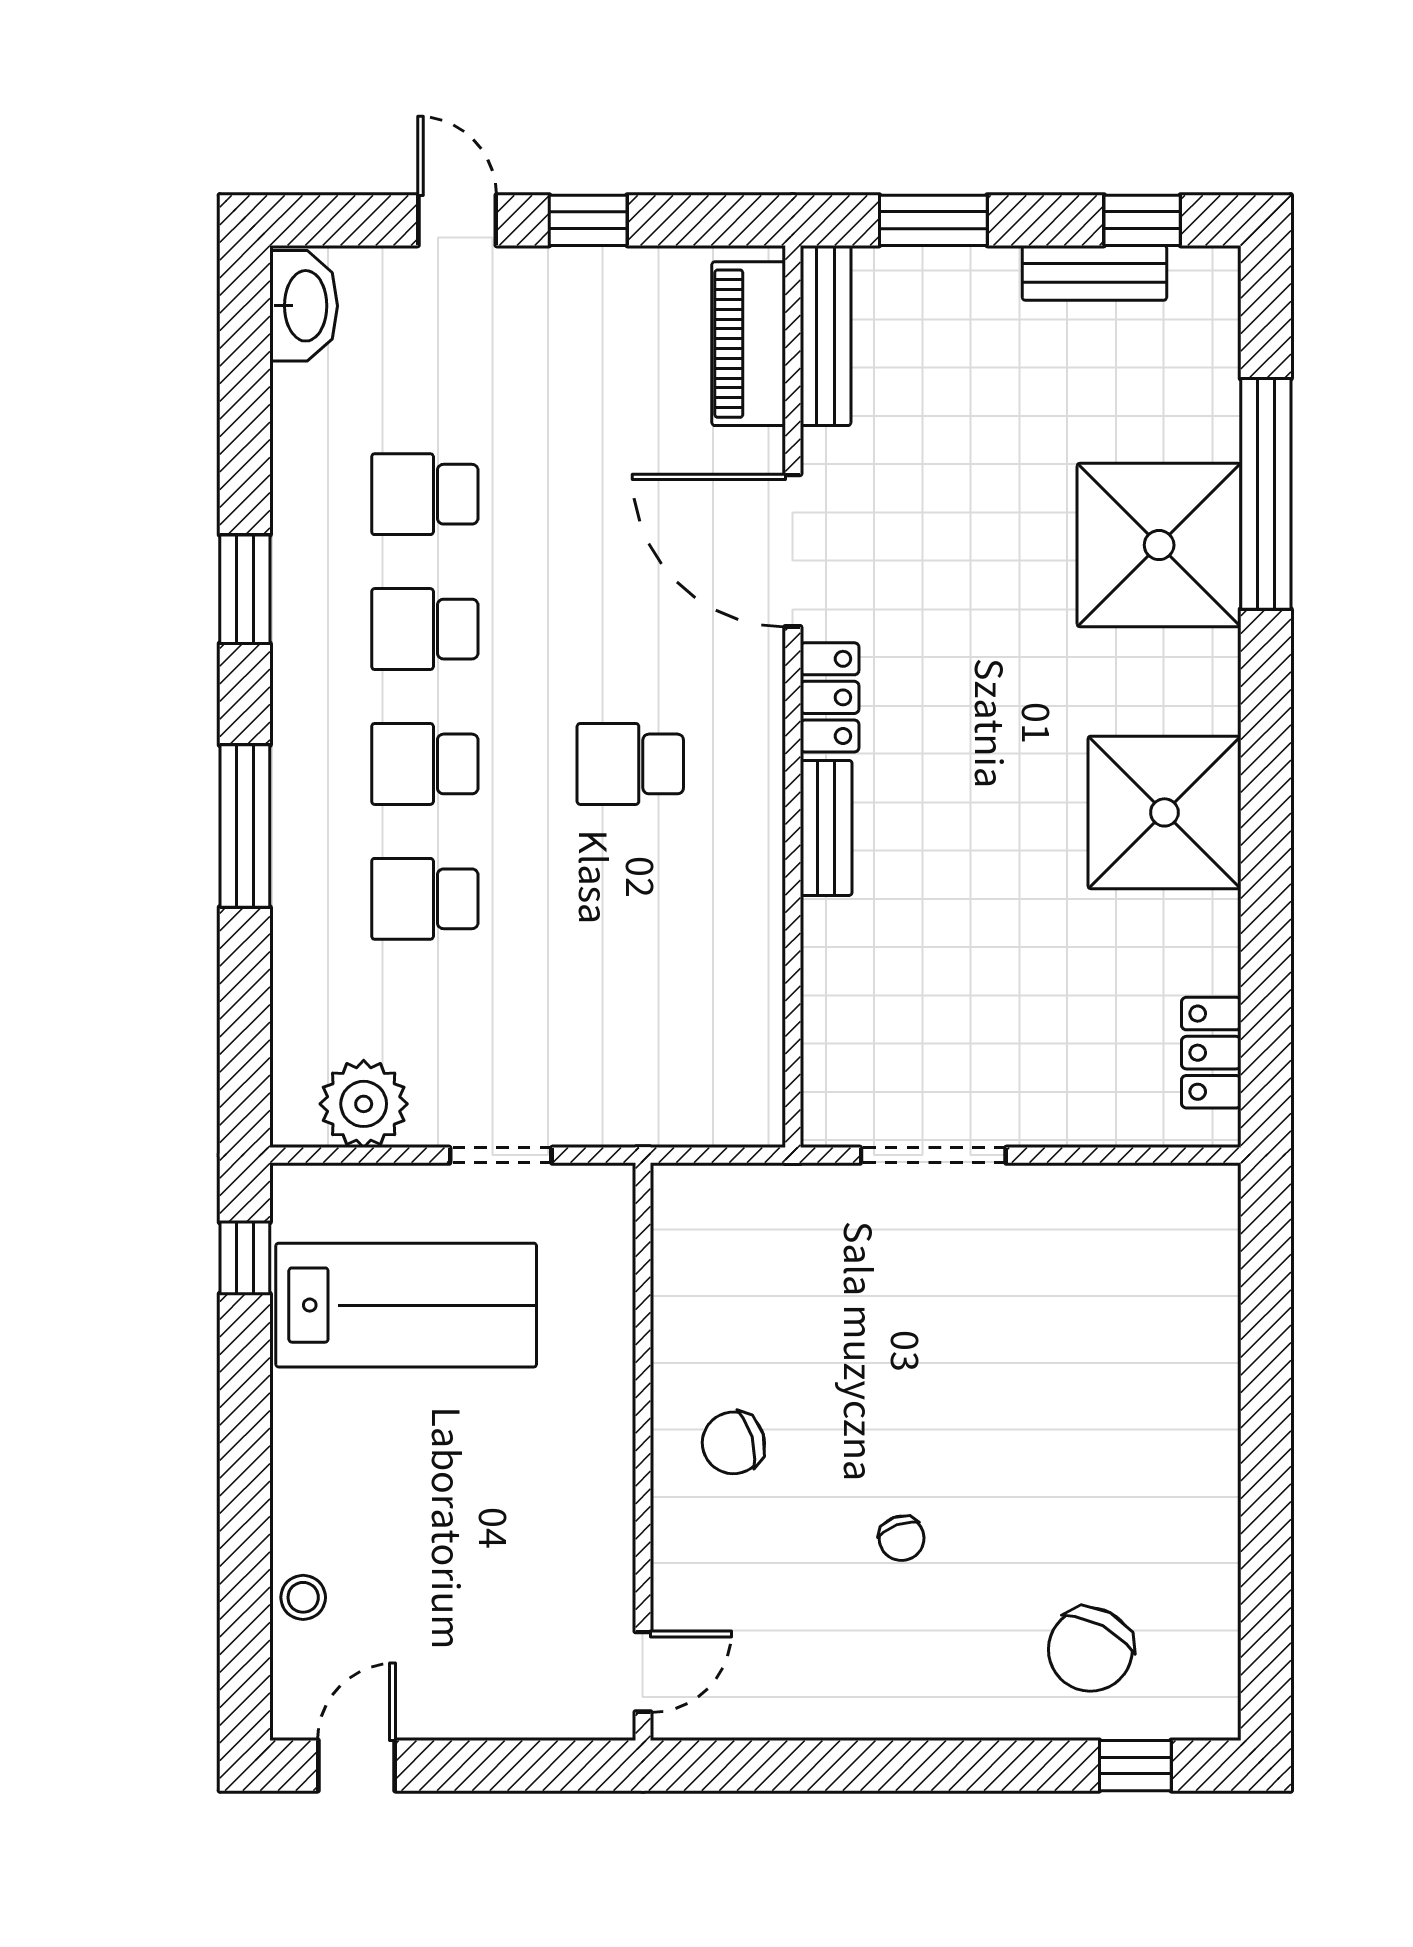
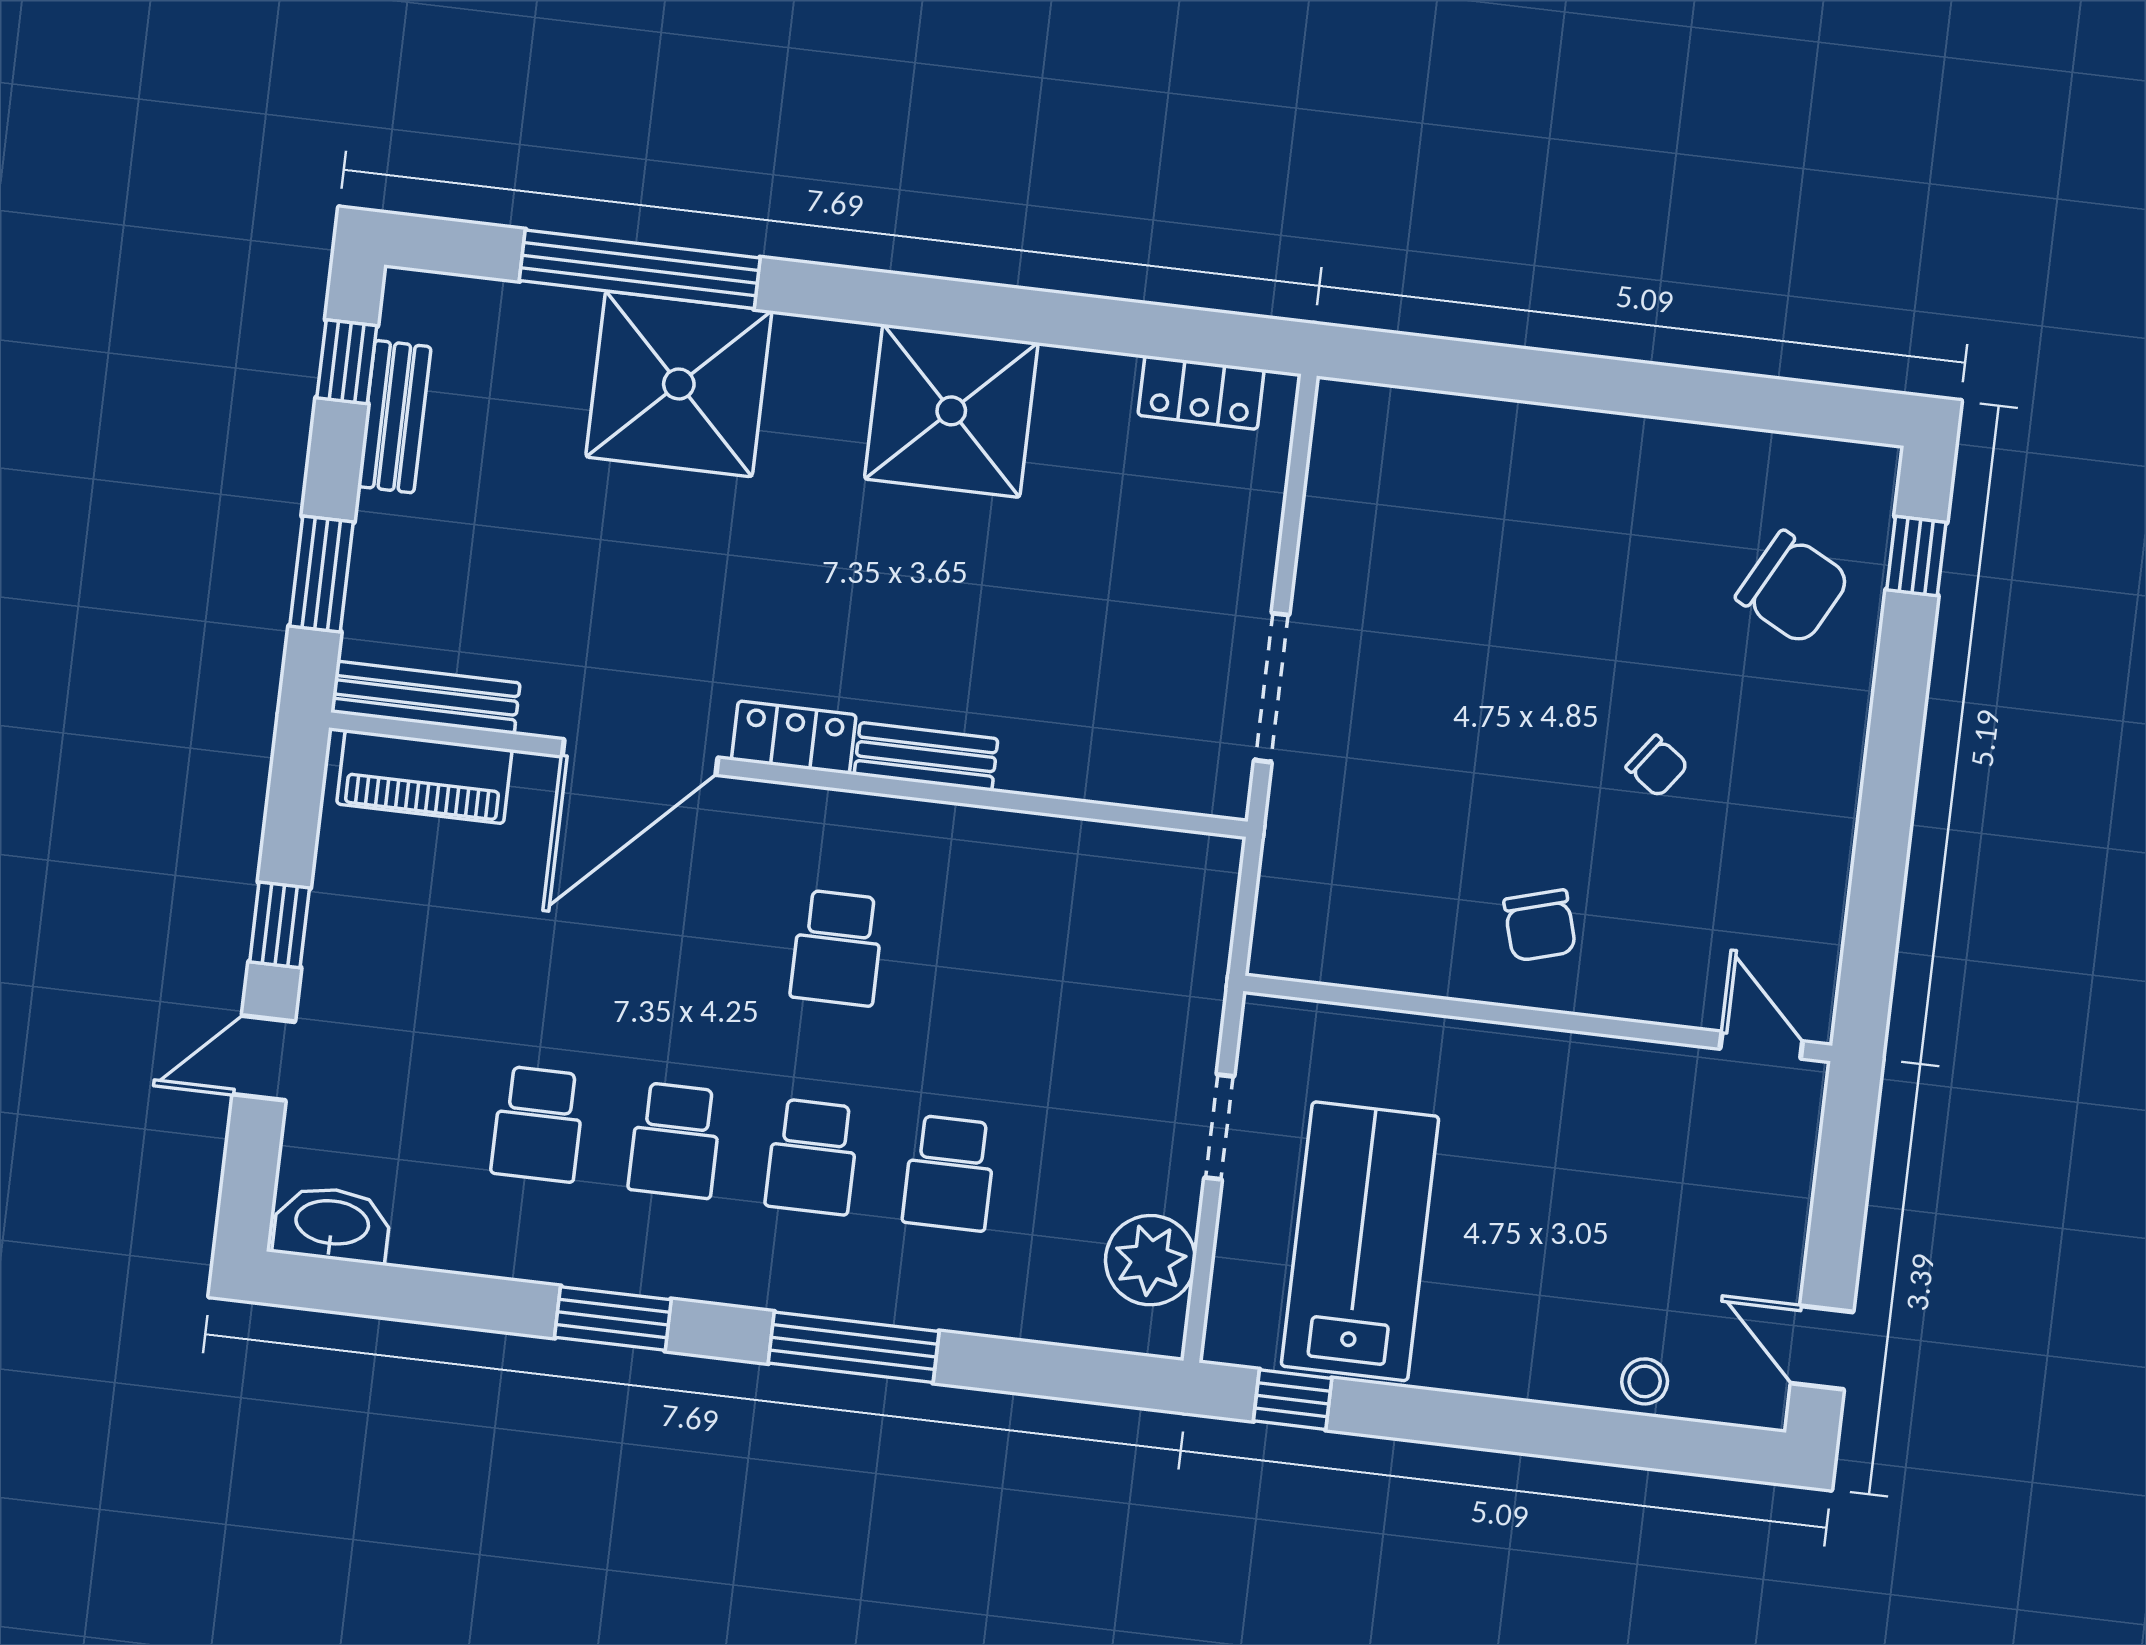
chair: (902, 1538) -> (1657, 766), turned 56

